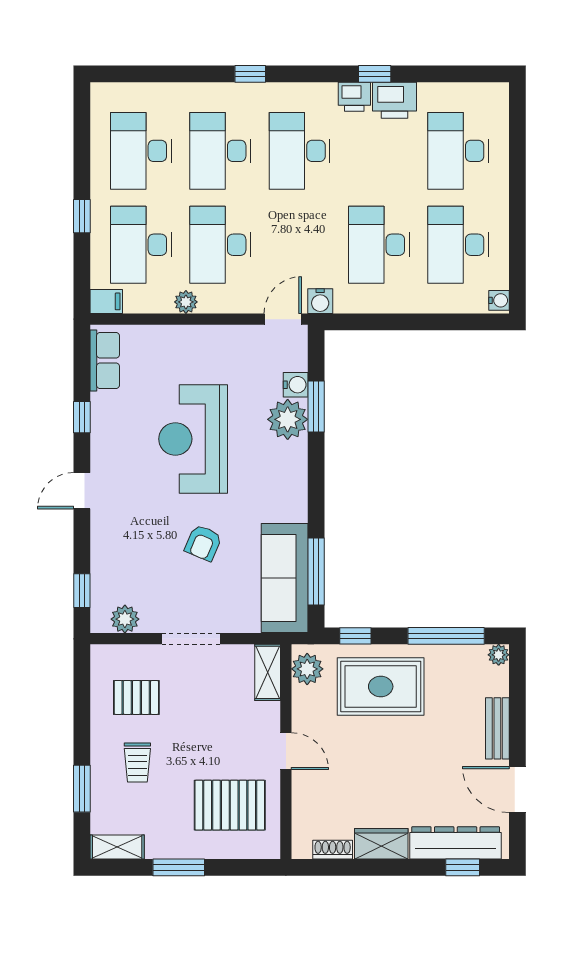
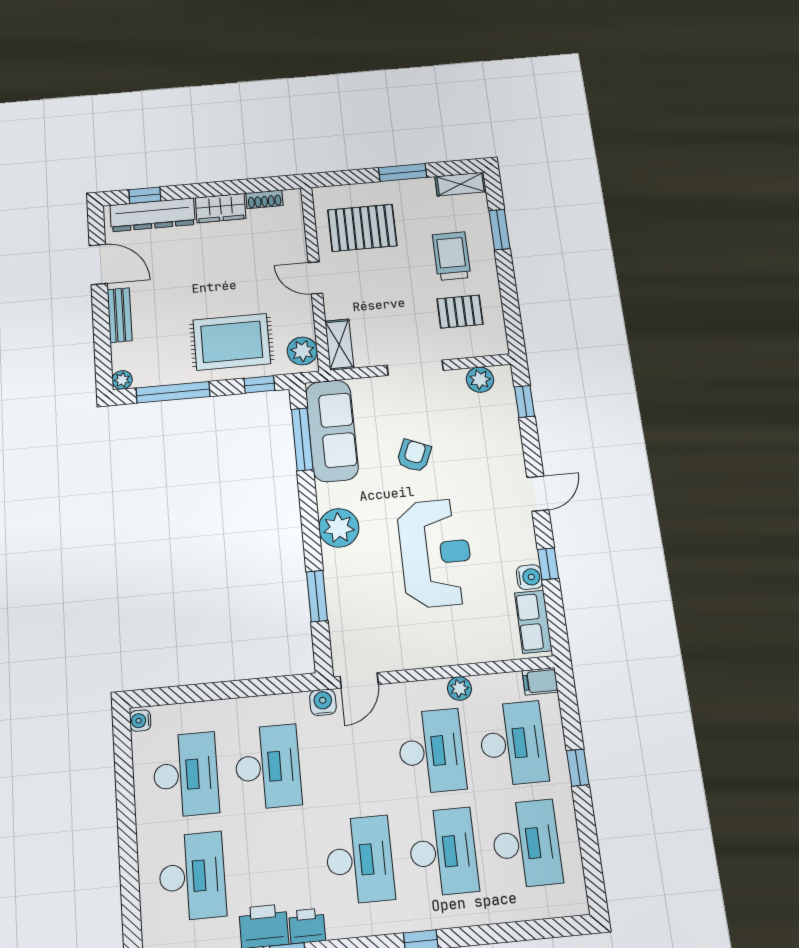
water cooler: (296, 385) -> (529, 577), moved, turned 180
plant: (288, 419) -> (339, 528), moved
trolley: (137, 763) -> (452, 256), width x1.36, depth x1.39

